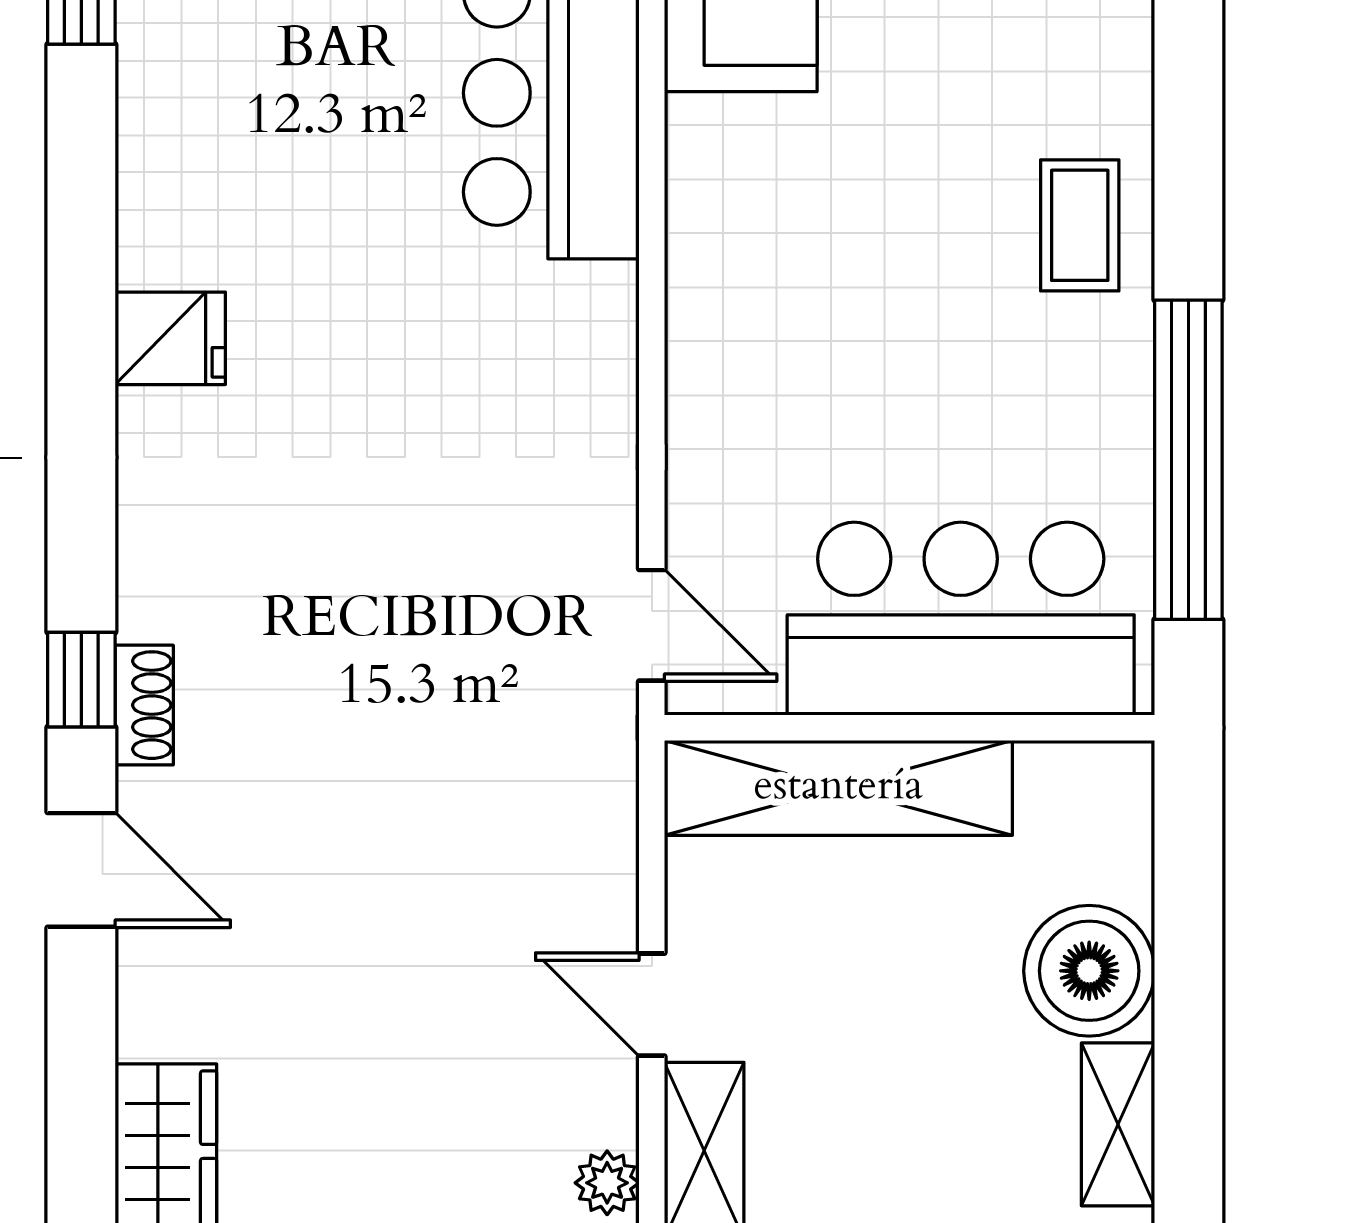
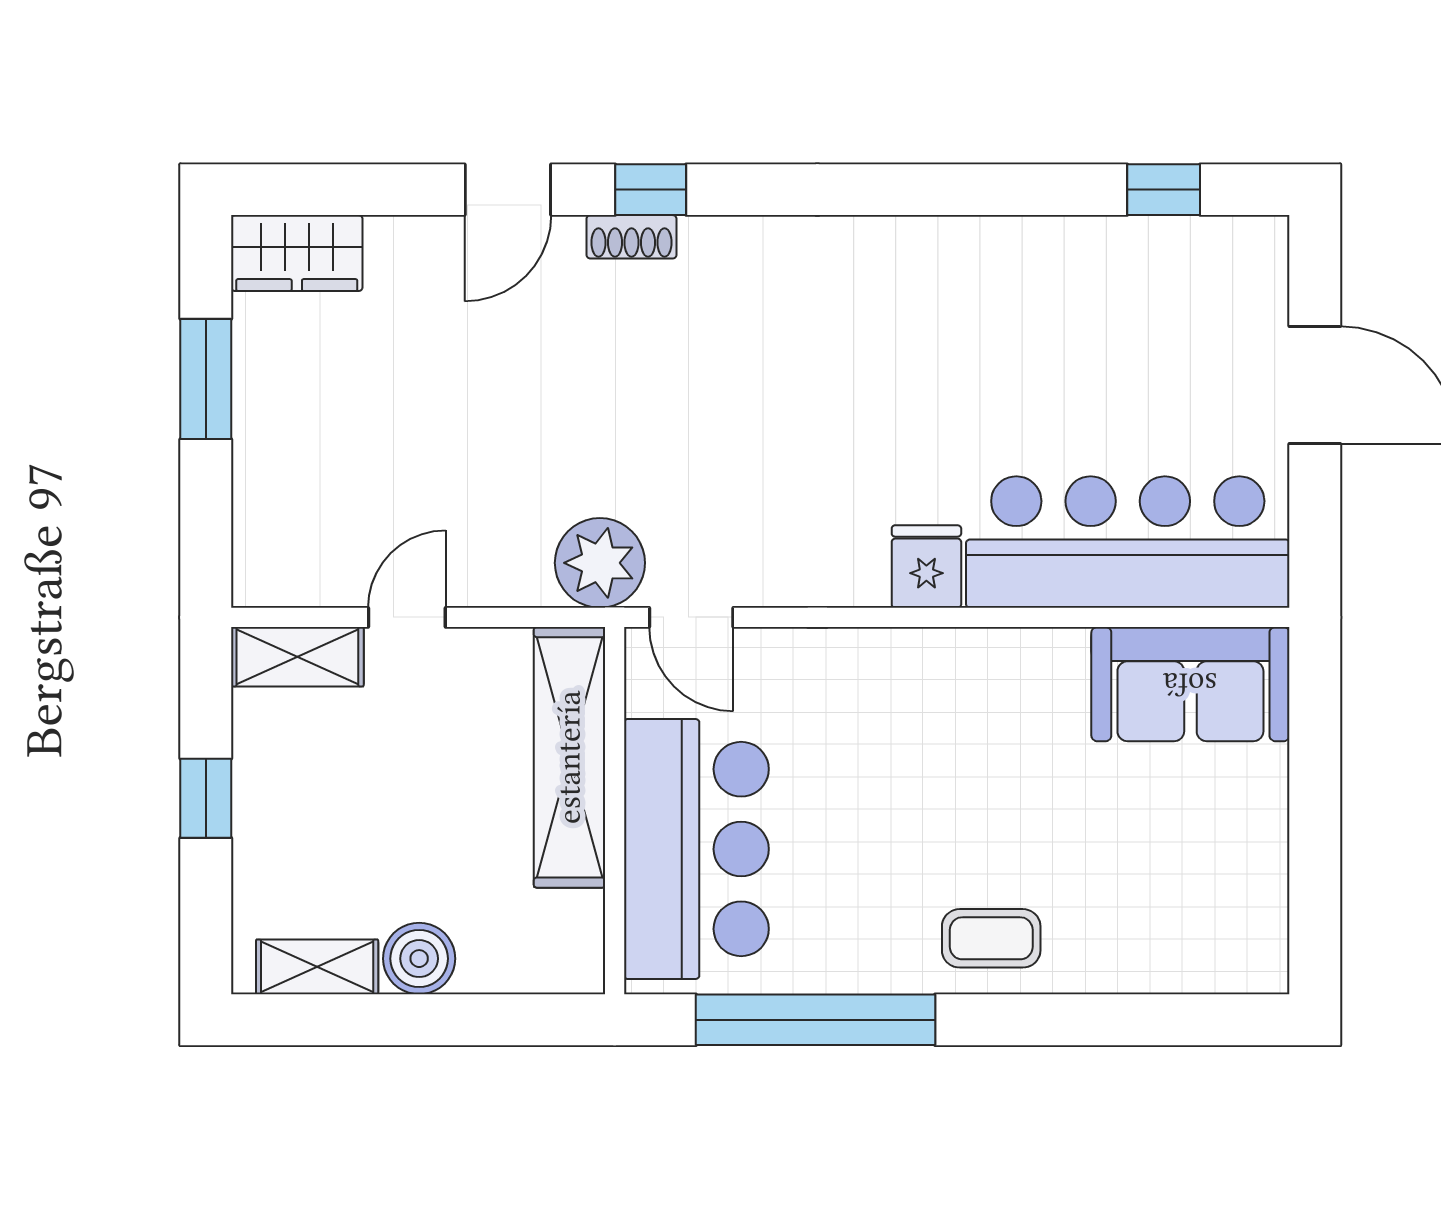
fridge: (170, 338) -> (926, 567), moved, turned 180
door: (652, 625) -> (691, 617), hinge flipped
boiler: (1089, 971) -> (419, 959), width x0.73, depth x0.73
plant: (607, 1183) -> (600, 563), moved, width x1.88, depth x1.88

